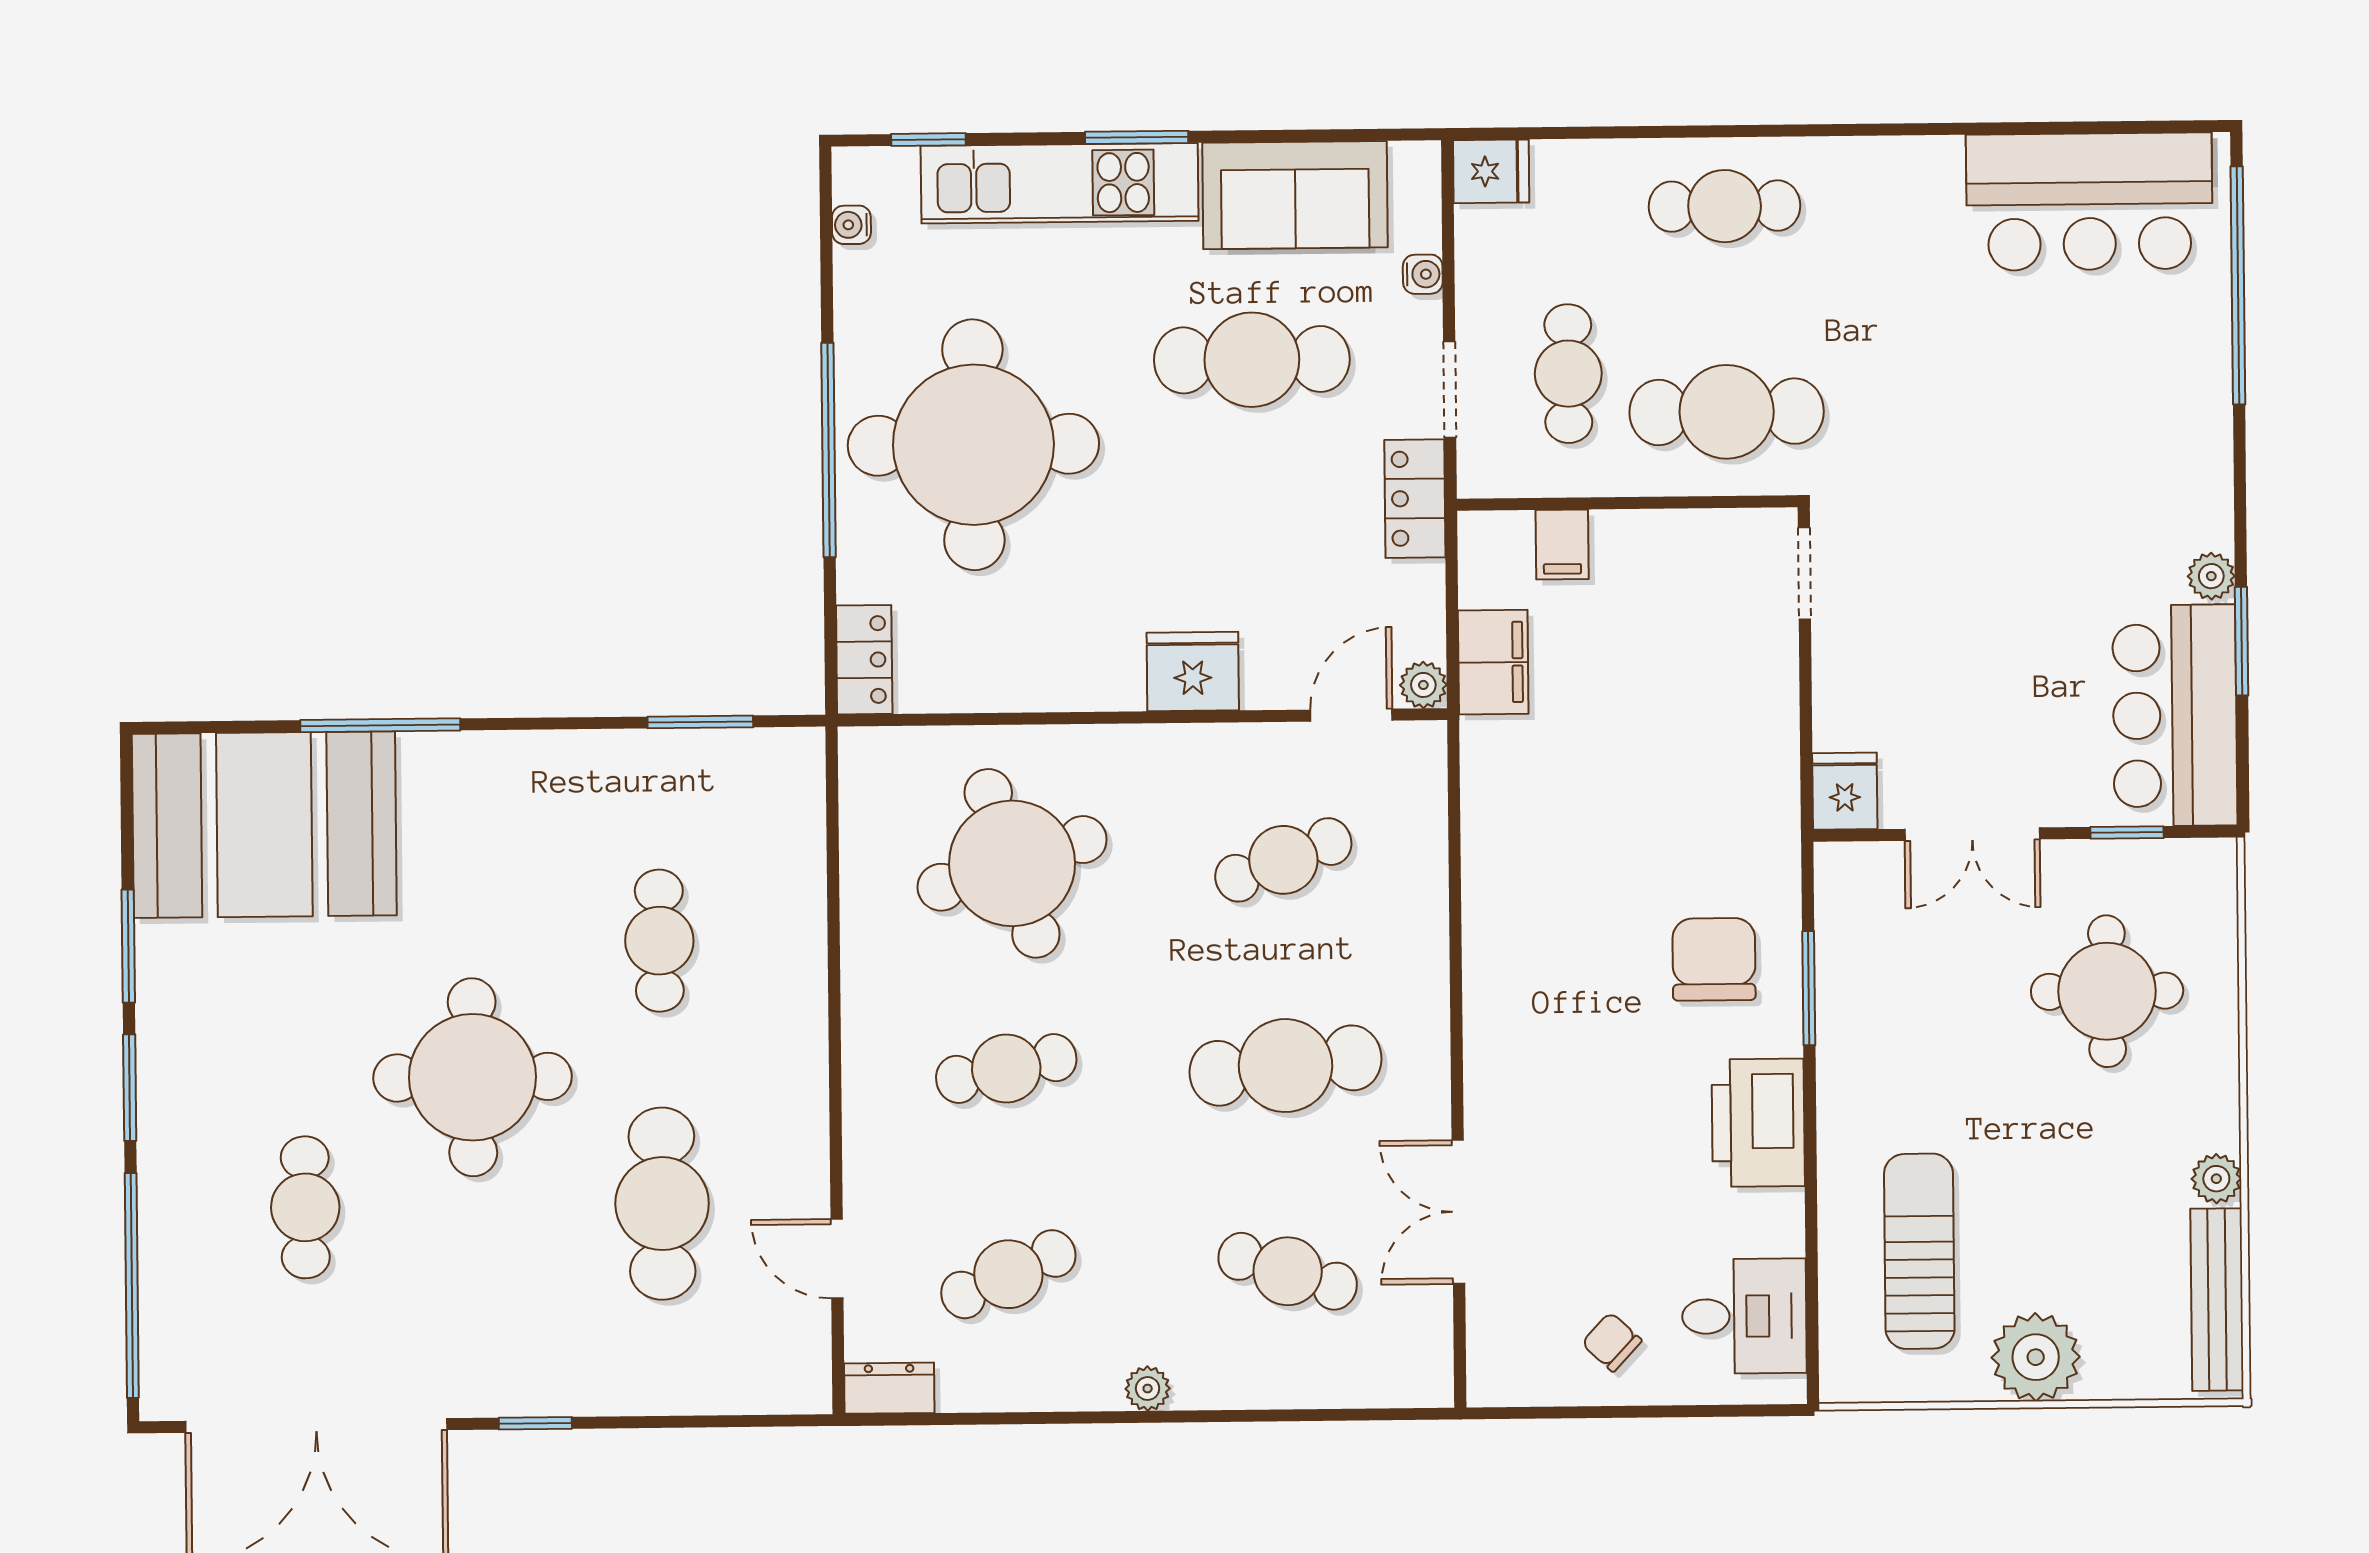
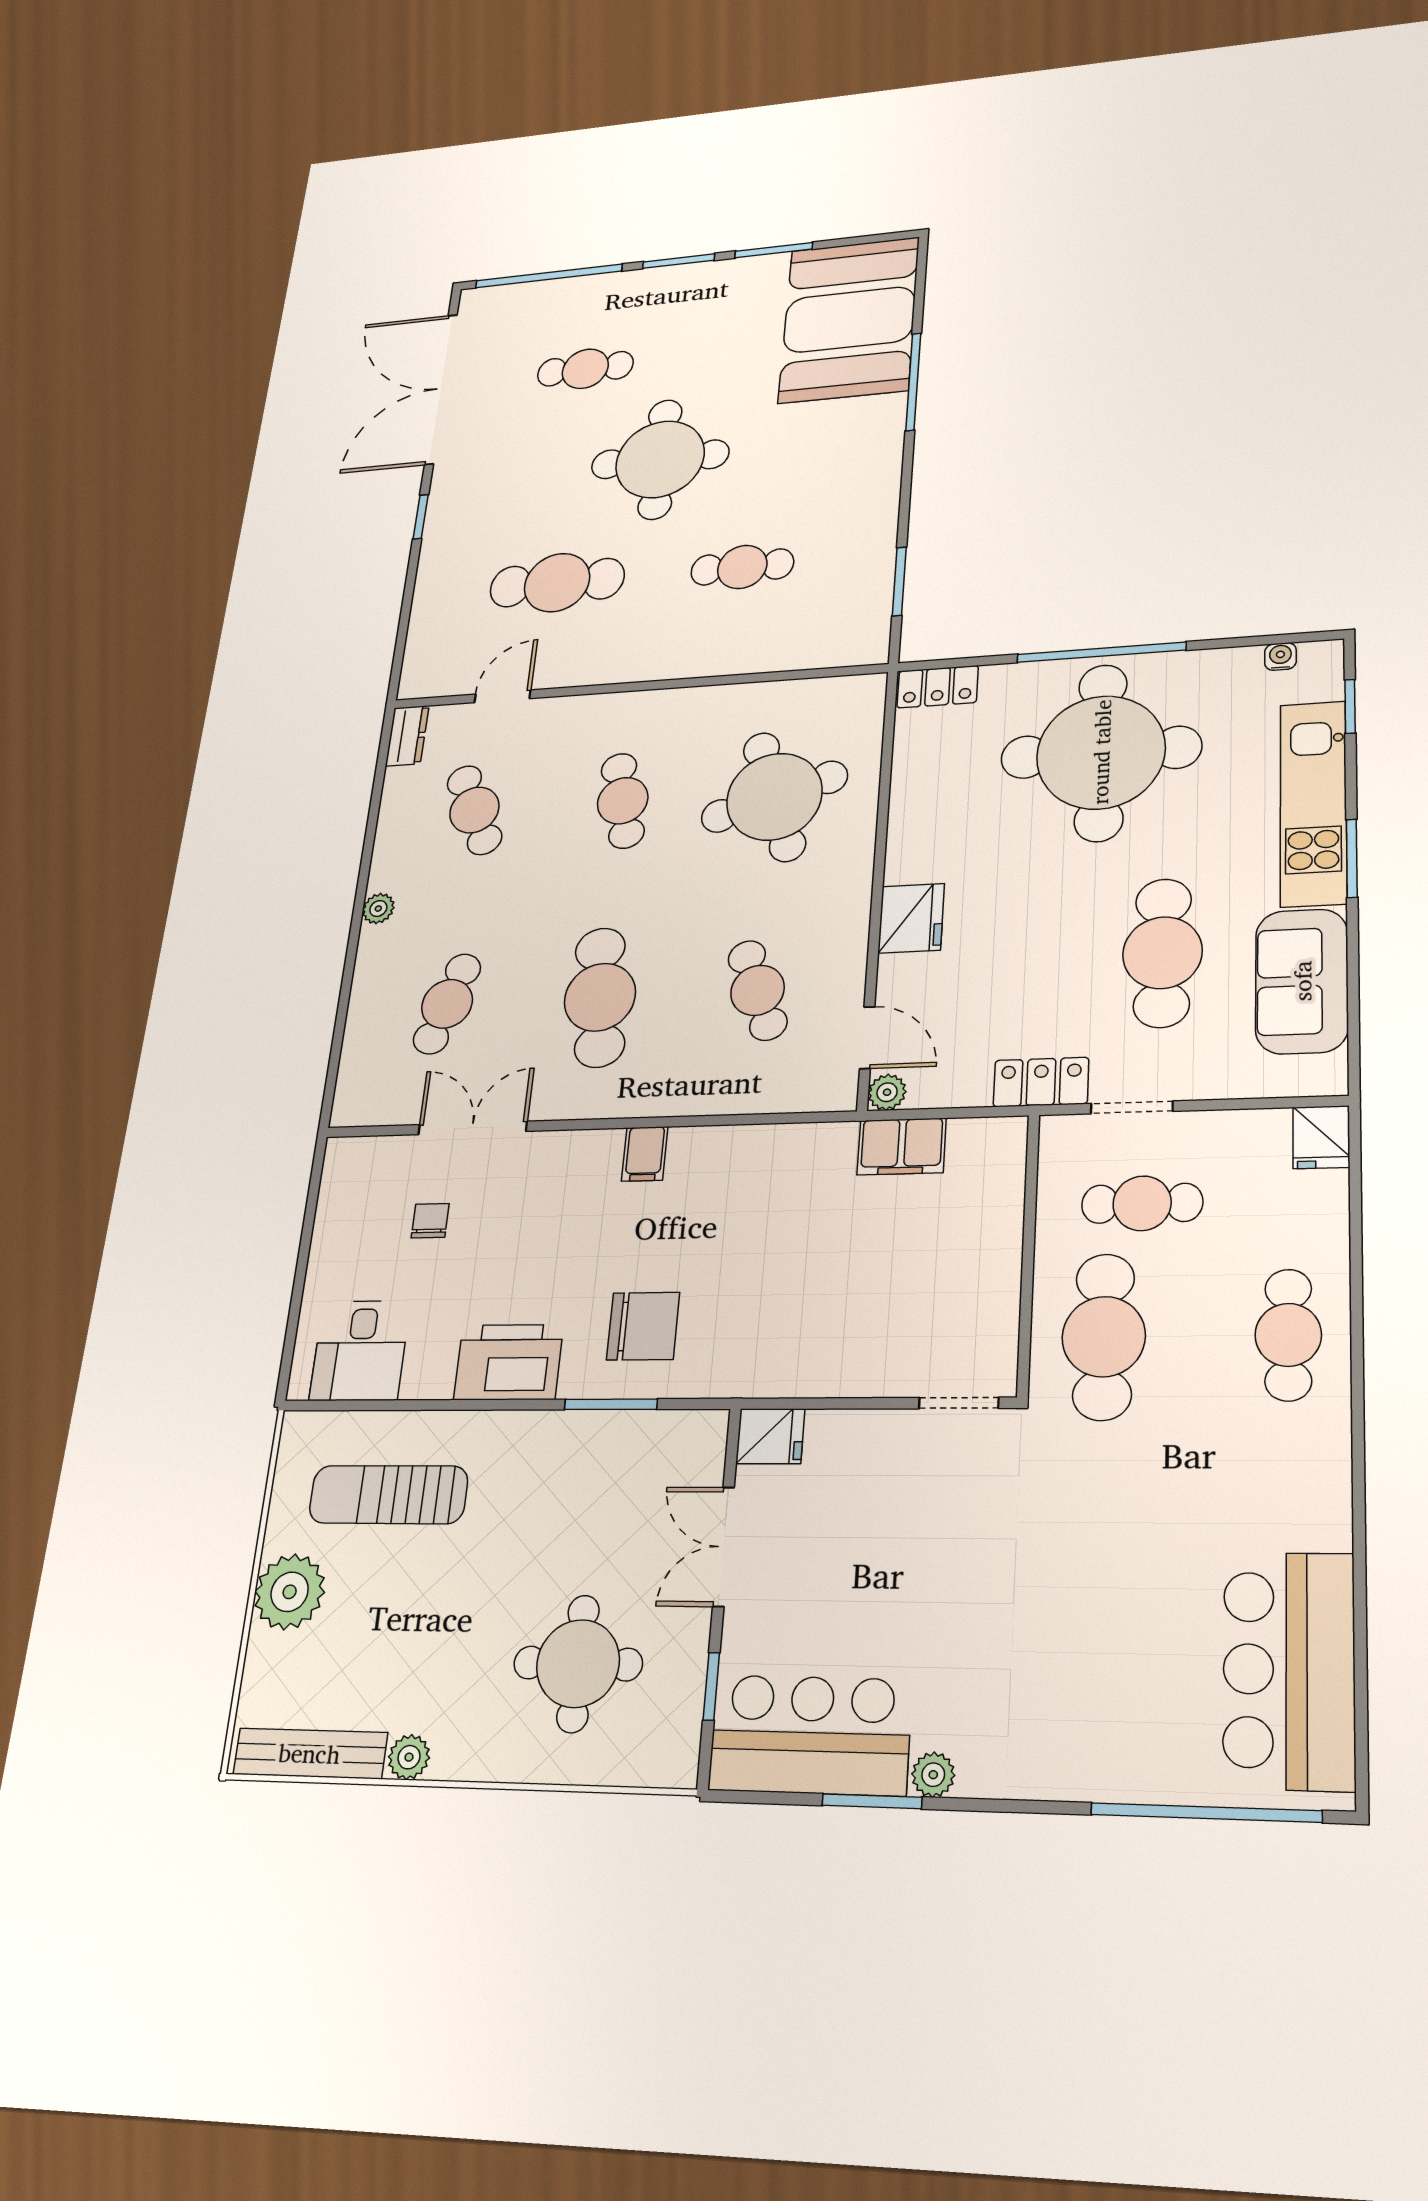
water cooler: (1423, 274) -> (1232, 1084), removed
filing cabinet: (1562, 544) -> (645, 1154), moved, turned -90
sun lounger: (1919, 1251) -> (388, 1495), turned 180
chair: (1612, 1342) -> (430, 1221), moved, turned -43

